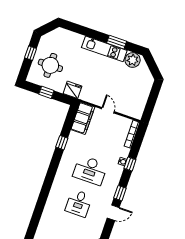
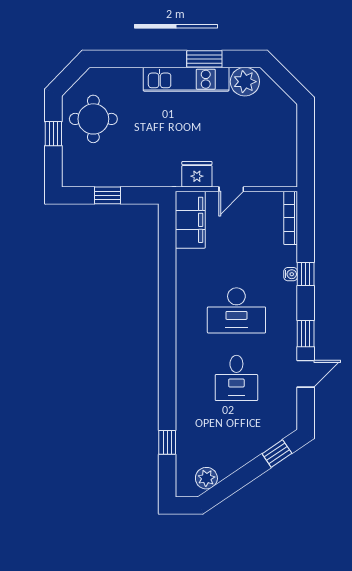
round table: (50, 65) -> (93, 119), moved
fridge: (73, 90) -> (197, 174), moved
door: (108, 110) -> (231, 189), swing flipped
window: (62, 143) -> (167, 442), moved

